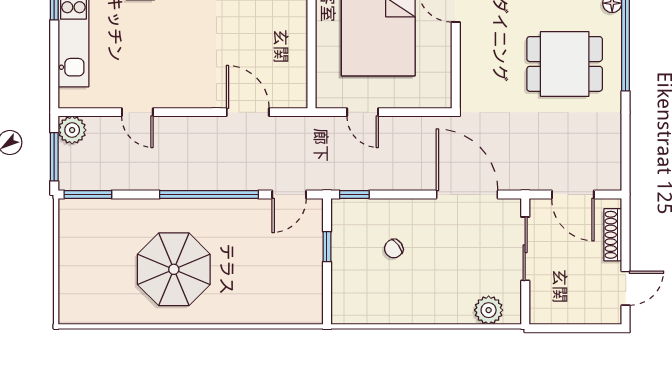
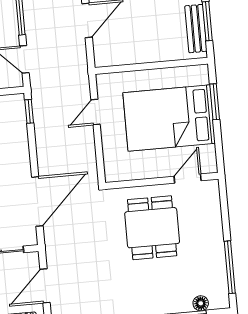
dining table: (565, 64) -> (152, 228), moved

